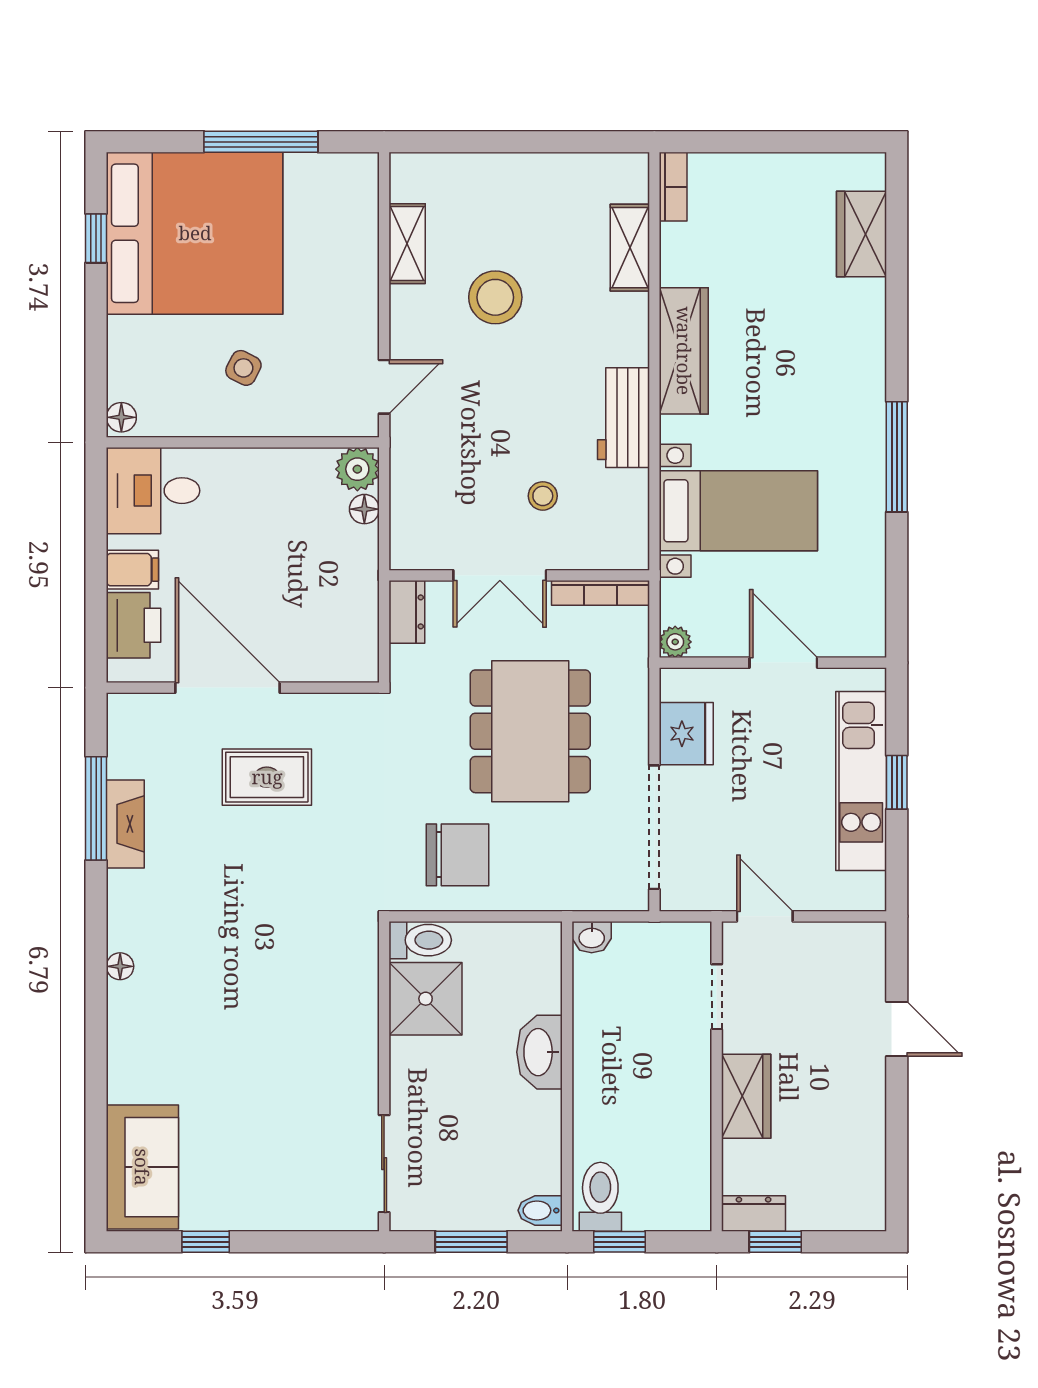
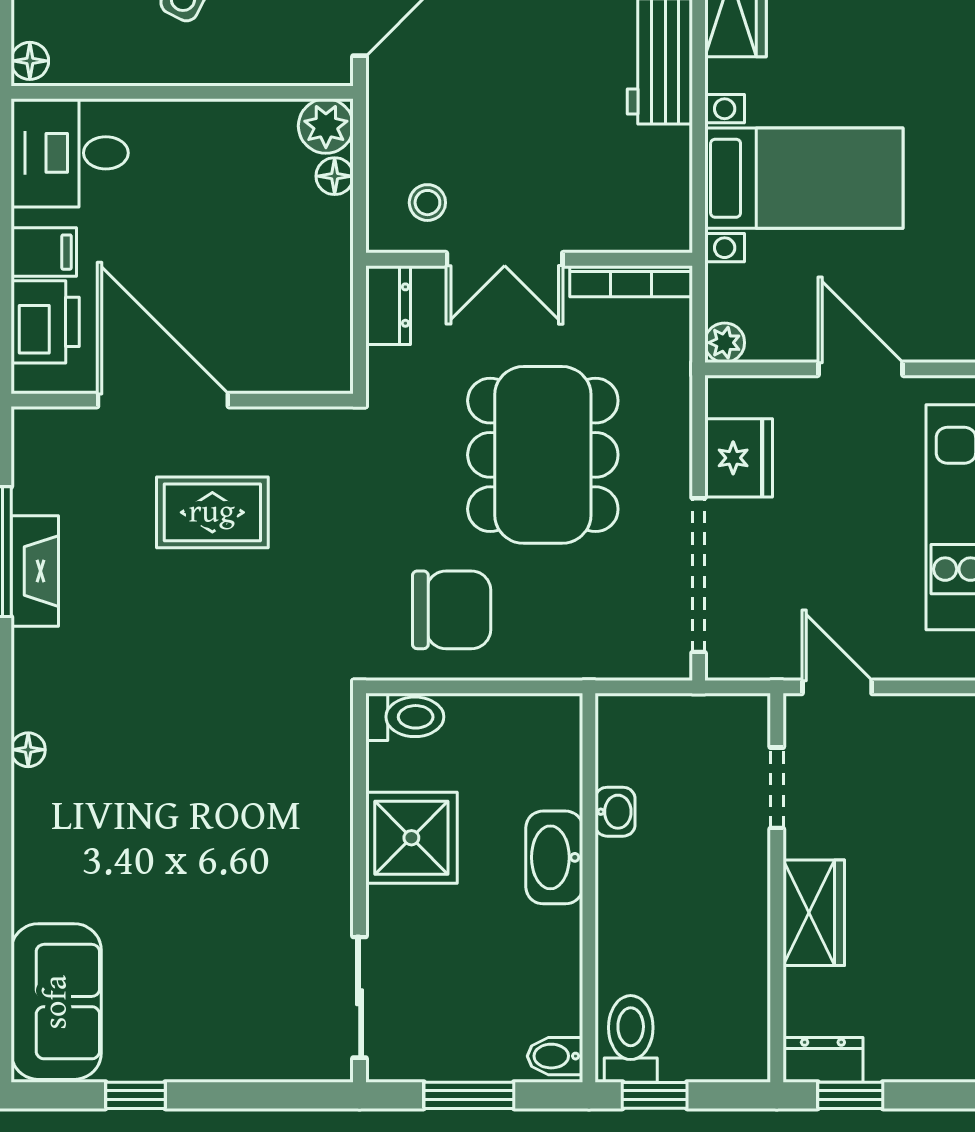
stool: (543, 496) -> (427, 203), moved
washbasin: (592, 937) -> (615, 812), moved, turned -90
shower: (426, 999) -> (411, 838), moved

